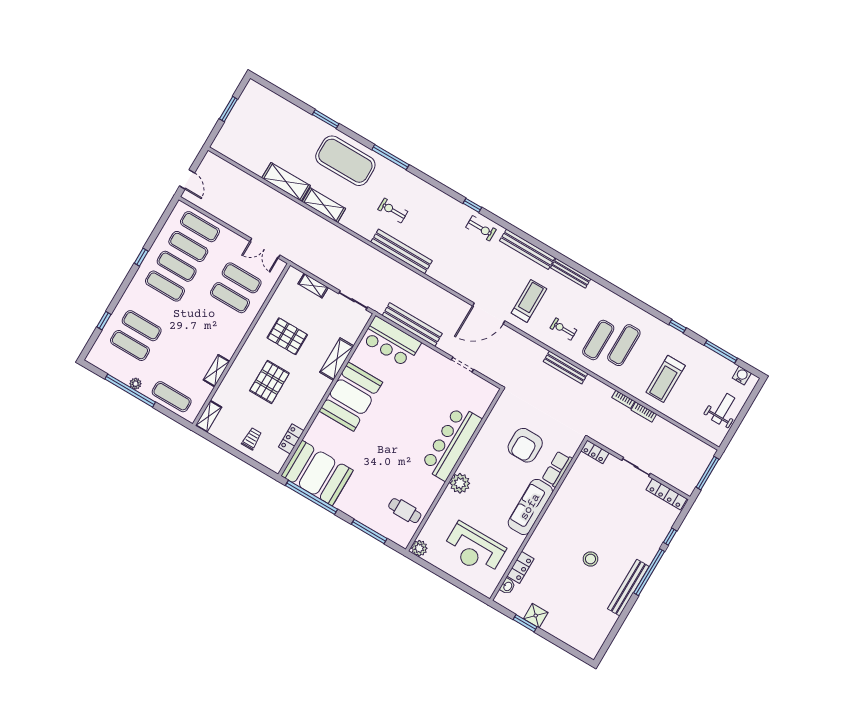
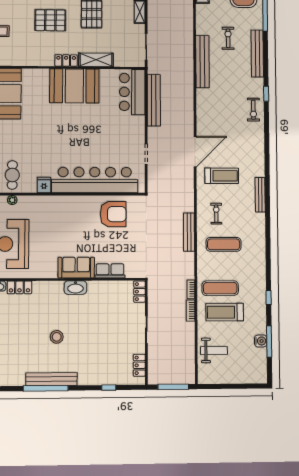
bench: (527, 249) -> (257, 54), moved
door: (489, 313) -> (195, 152), swing flipped
exercise mat: (624, 345) -> (220, 288), moved
water cooler: (742, 376) -> (261, 341), moved
weight bench: (723, 409) -> (214, 350), moved
locker: (291, 439) -> (66, 61), moved
bar counter: (451, 443) -> (95, 180), width x1.36
armchair: (525, 445) -> (113, 214), moved, turned 180
plant: (460, 483) -> (12, 200), moved, width x0.53, depth x0.53
fridge: (433, 485) -> (44, 185), added
locker: (667, 494) -> (139, 365), width x0.66
sofa: (530, 507) -> (76, 268), width x0.73
washbasin: (553, 513) -> (75, 288), added
window: (649, 572) -> (46, 388), moved

